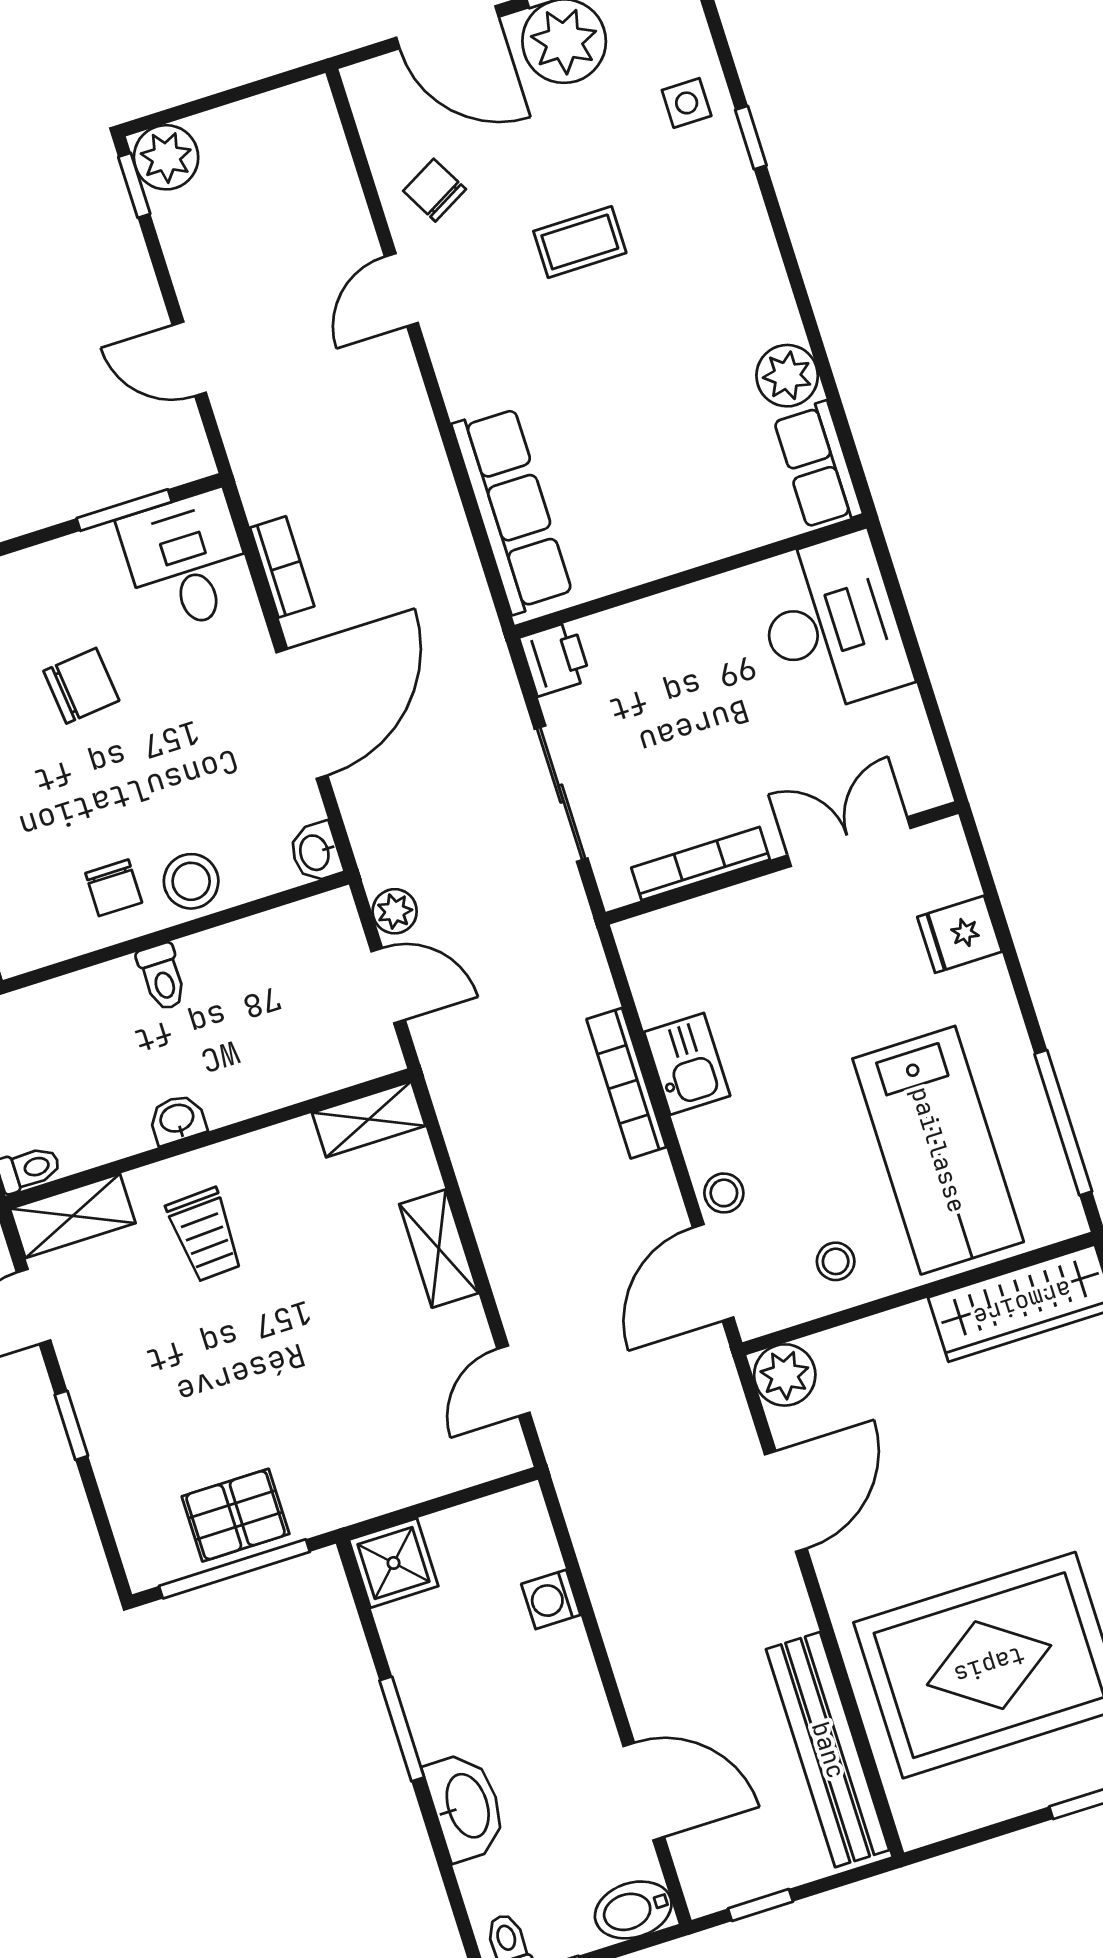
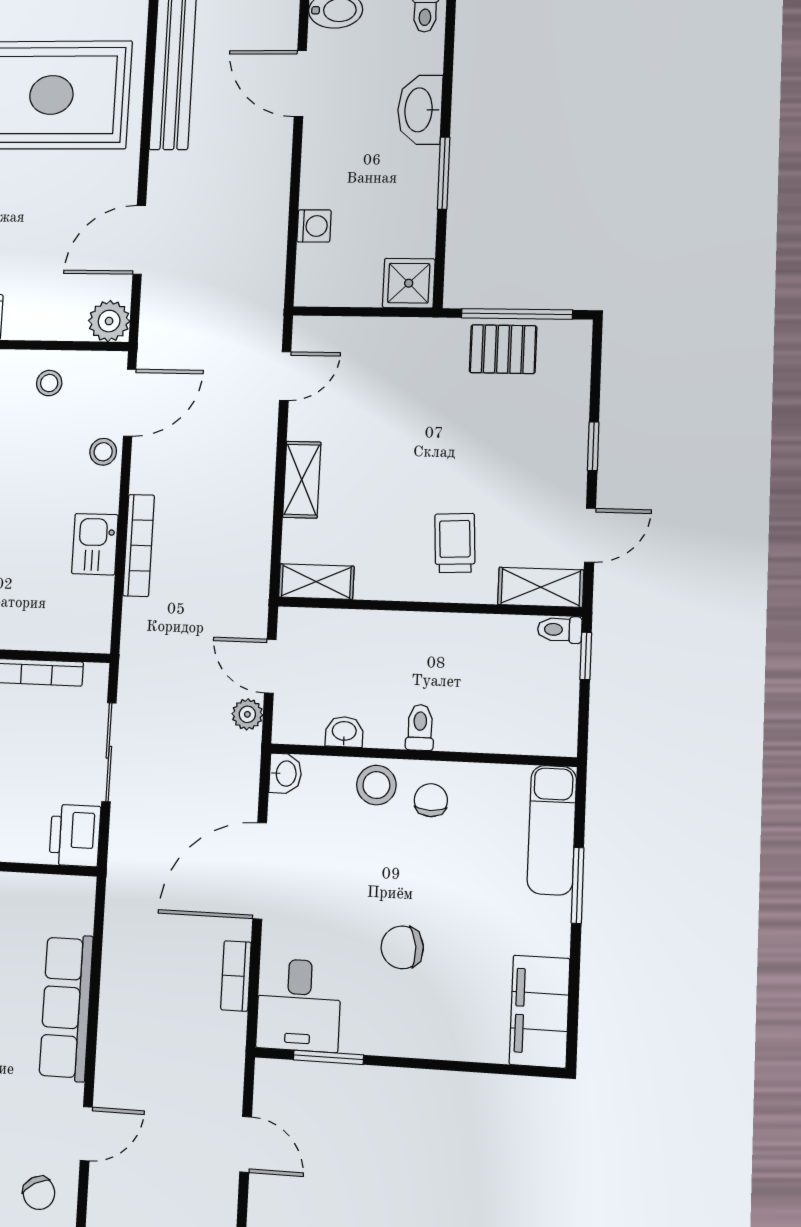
row of seats: (512, 510) -> (66, 1008), moved
printer: (555, 659) -> (75, 835), width x1.36, depth x1.24
washbasin: (177, 1119) -> (344, 732), moved, turned 180

